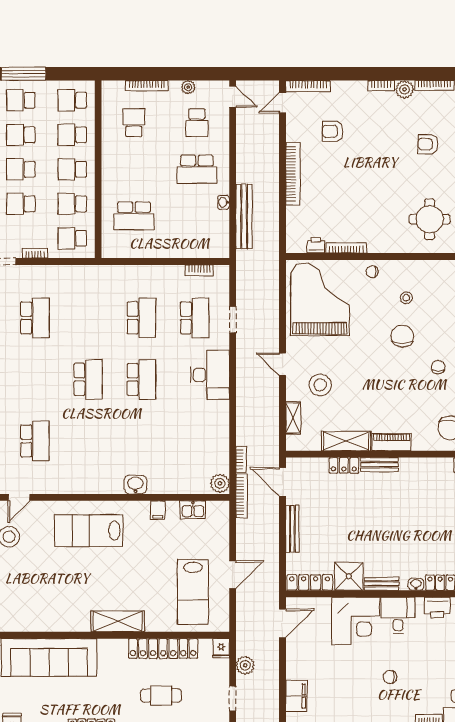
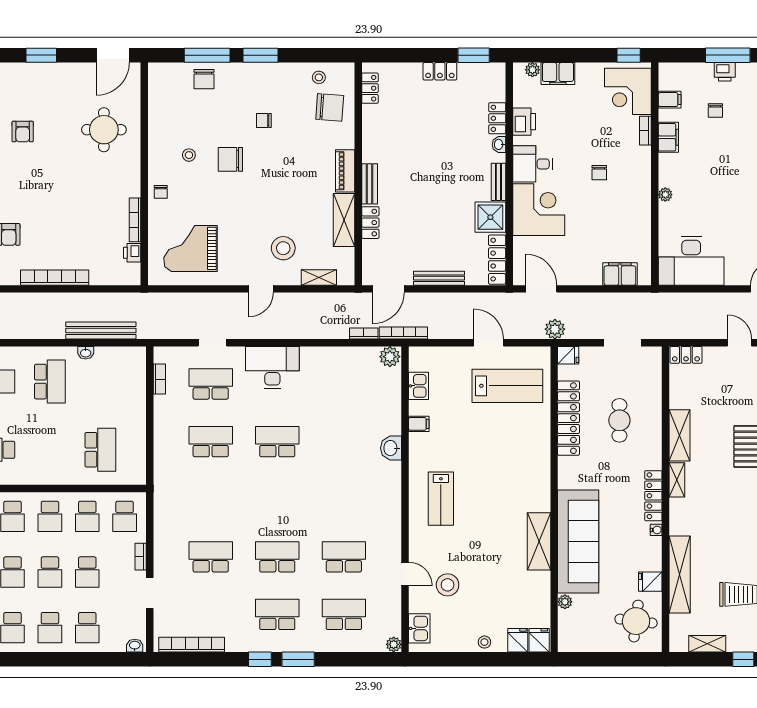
grand piano: (320, 299) -> (191, 248), width x0.73, depth x0.68
school desk: (88, 379) -> (277, 557), moved
lab bench: (89, 531) -> (441, 499), width x0.73, depth x0.72
shelving: (118, 621) -> (539, 541), moved
plant: (245, 665) -> (555, 329), moved
doorway: (233, 698) -> (622, 343), width x1.38

